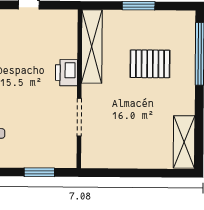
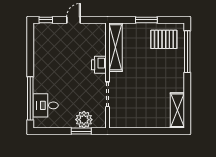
pallet: (150, 64) -> (164, 39), moved
plant: (43, 155) -> (84, 120), added

